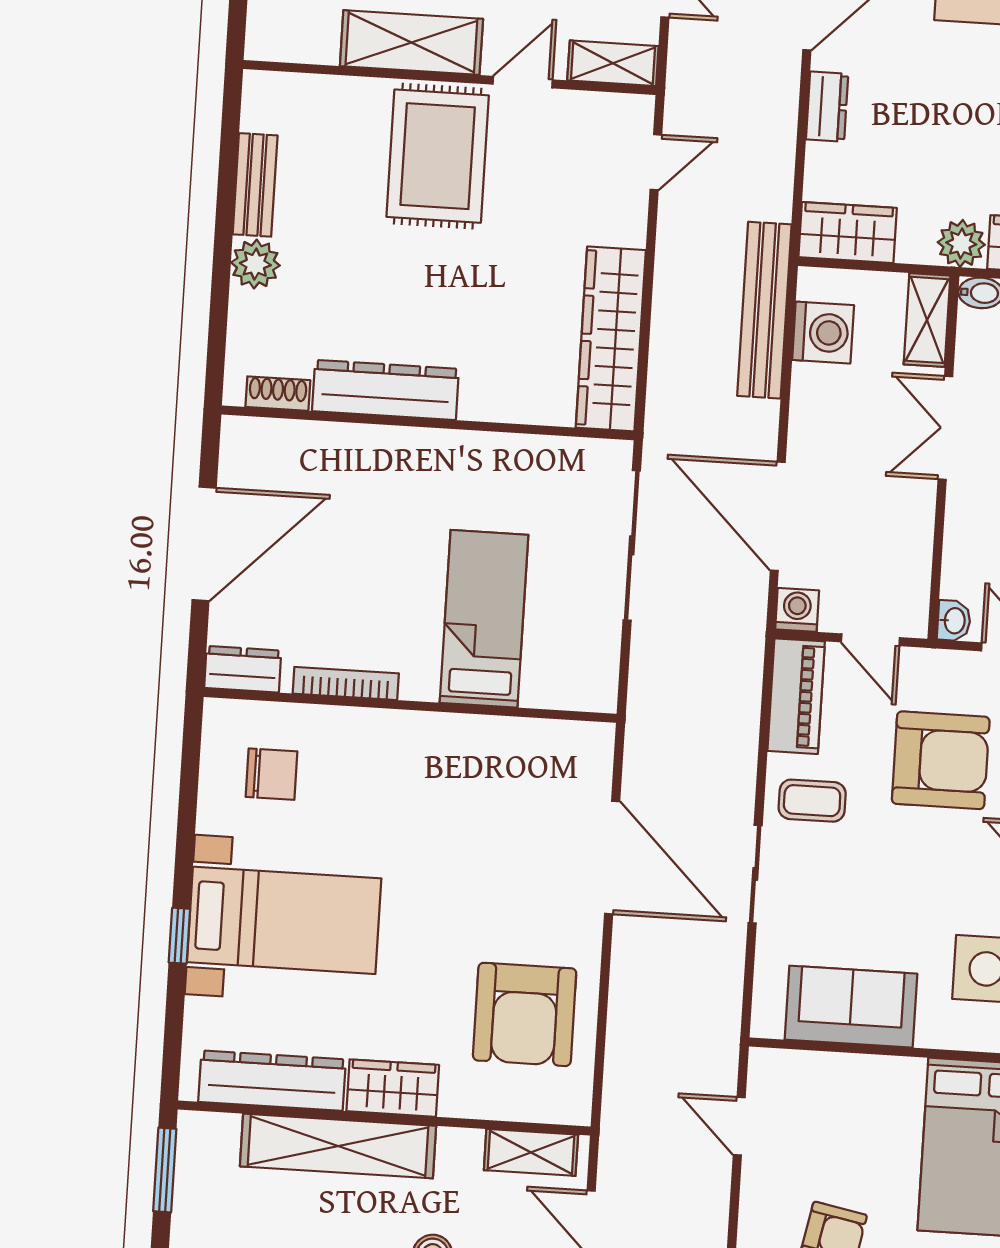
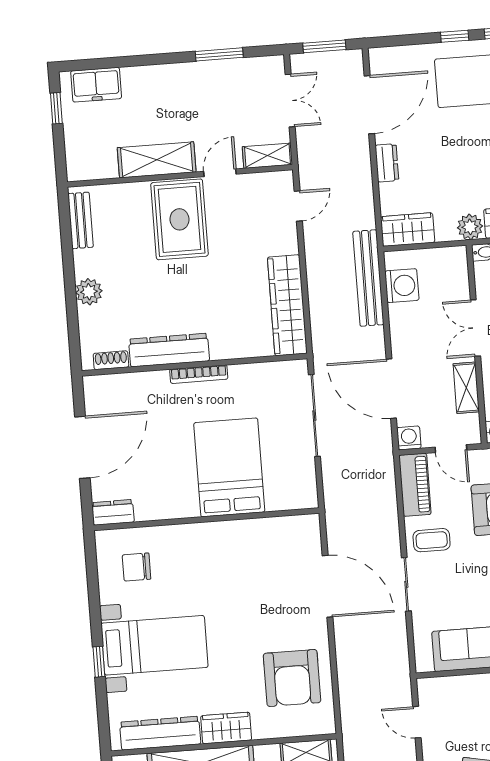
bench: (255, 185) -> (81, 220), moved
shelving: (927, 320) -> (466, 388), moved
bed: (484, 619) -> (229, 467), width x1.50
bookcase: (346, 683) -> (199, 374), moved, turned 180
chair: (272, 774) -> (137, 567), turned 180

